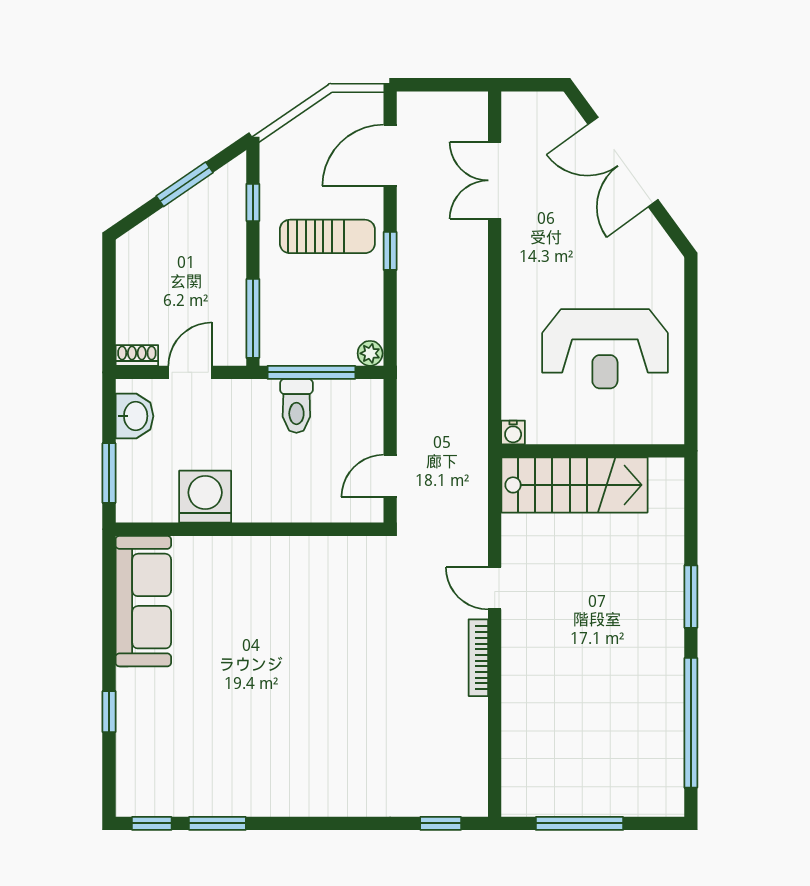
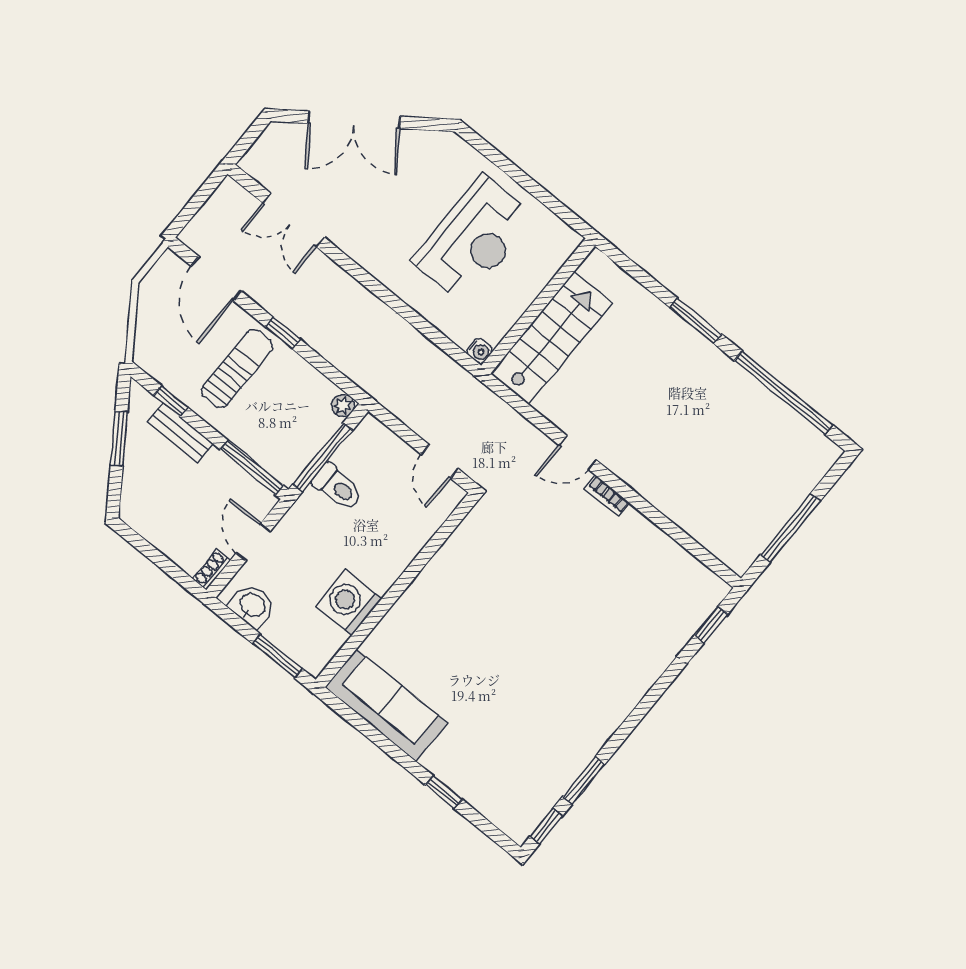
bench: (233, 233) -> (180, 433), added
bookcase: (478, 658) -> (607, 496), width x0.64

